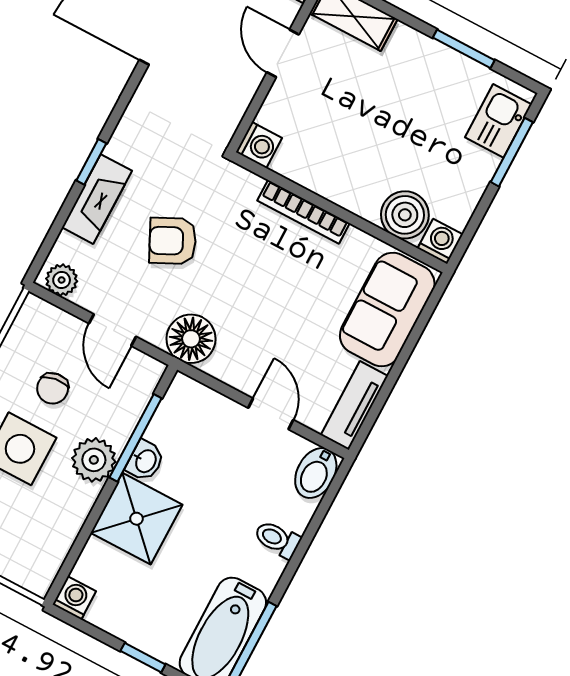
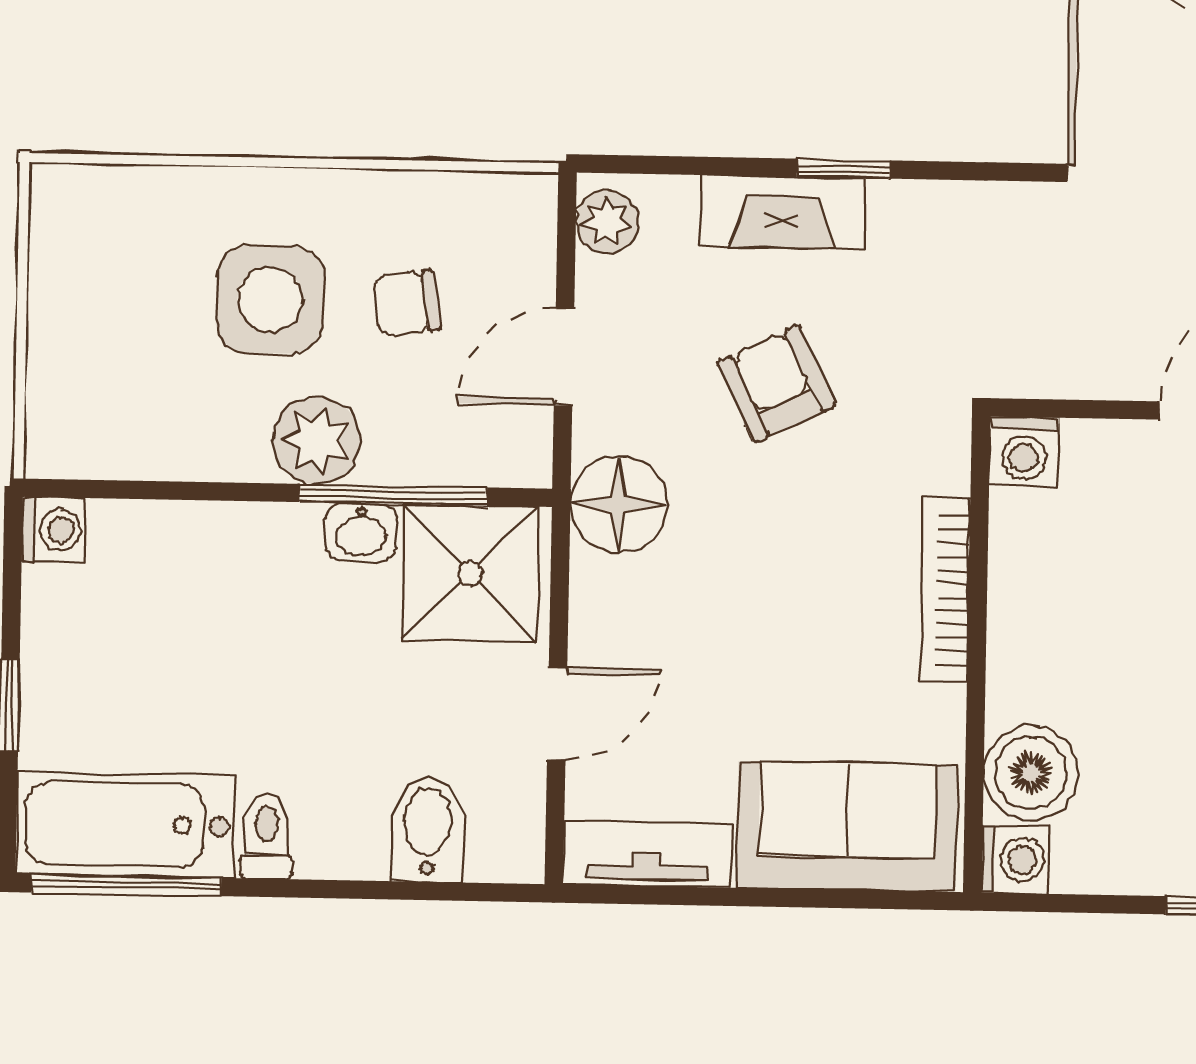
bidet: (316, 473) -> (428, 829), moved, turned 90
shower: (136, 519) -> (470, 573), moved
toilet: (277, 539) -> (267, 836), moved

